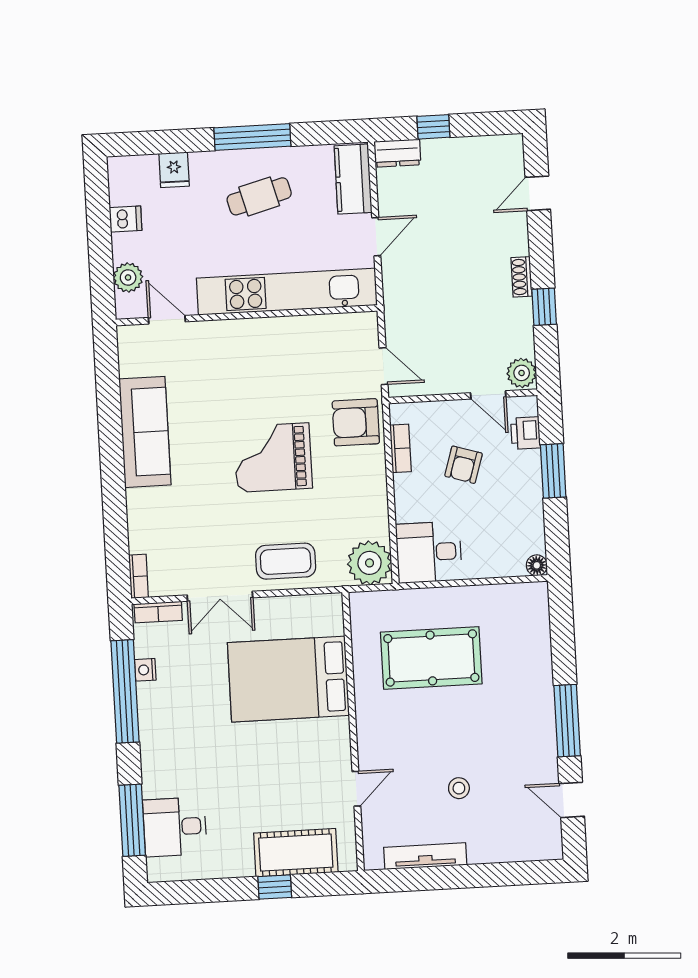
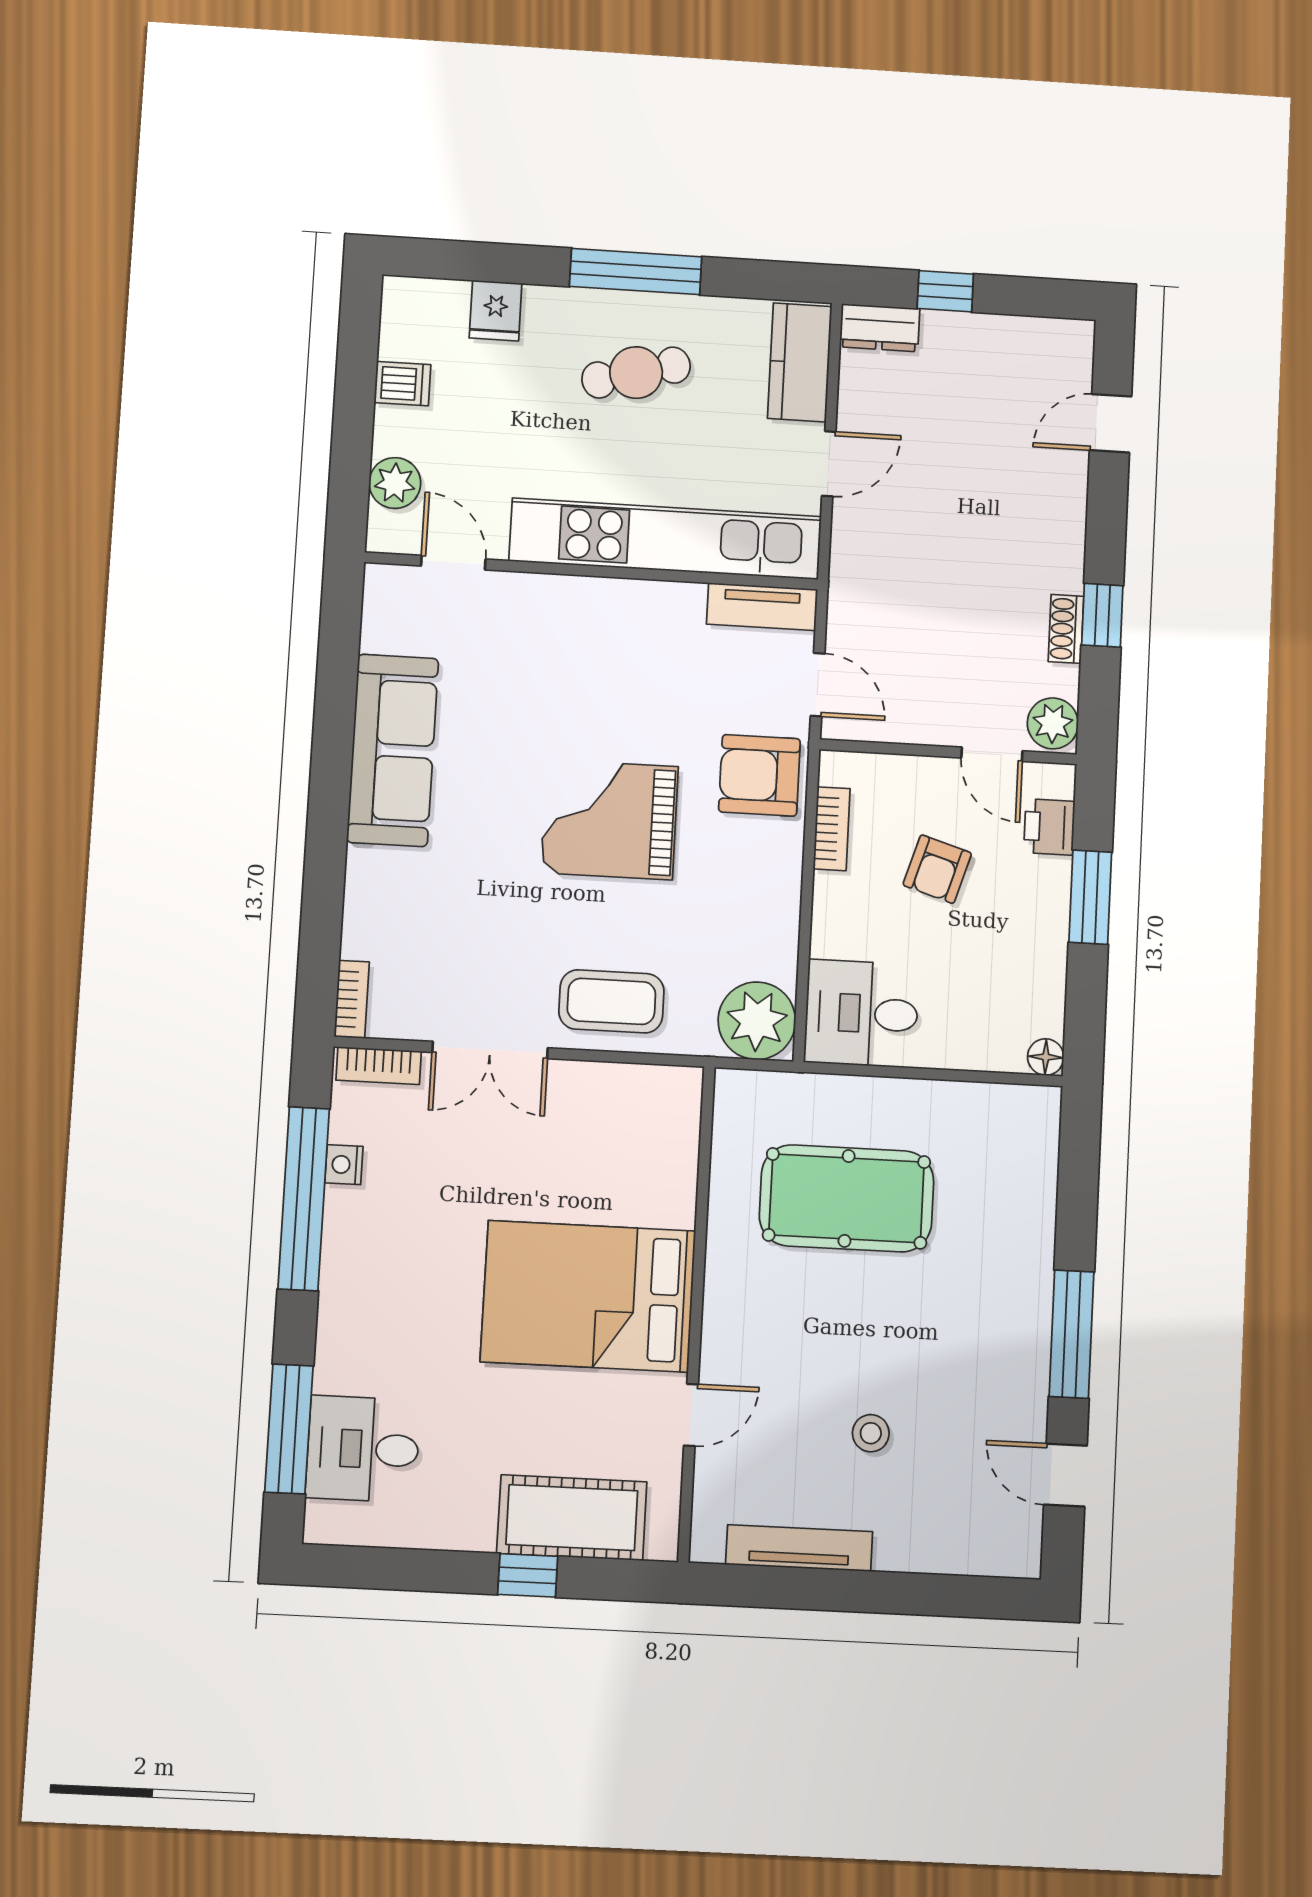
shoe rack: (521, 277) -> (1066, 629), moved
tv unit: (347, 325) -> (762, 607), added
bed: (288, 679) -> (588, 1296), moved

